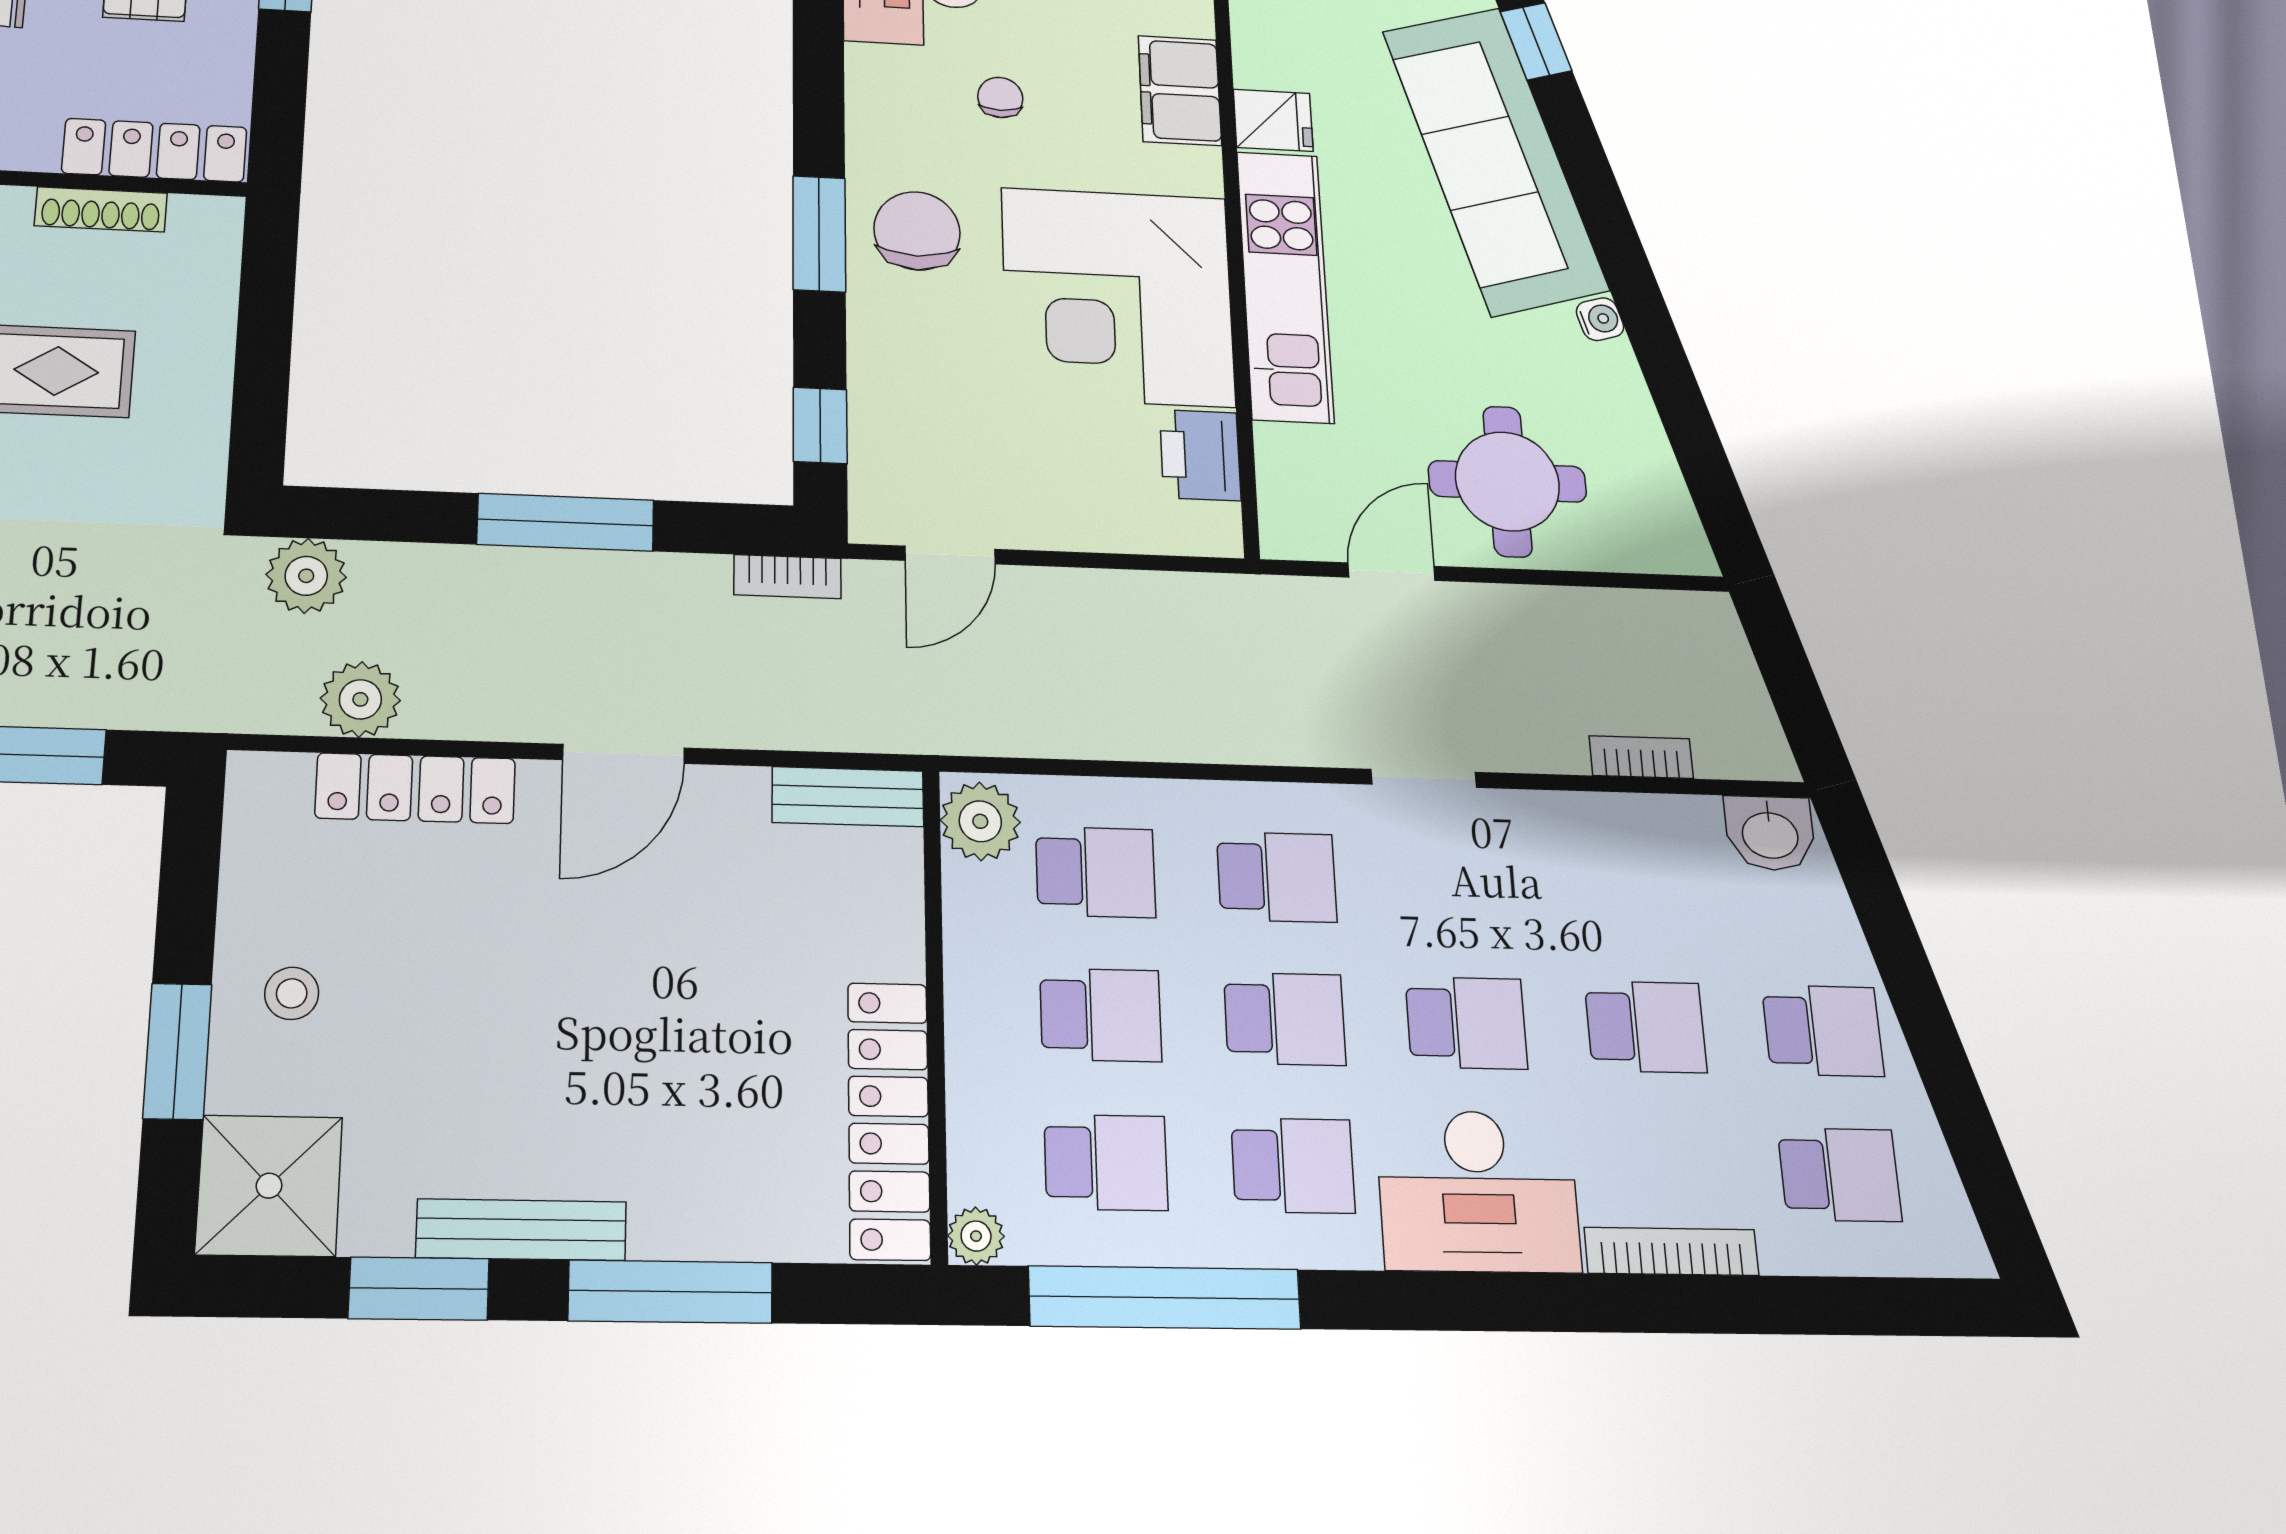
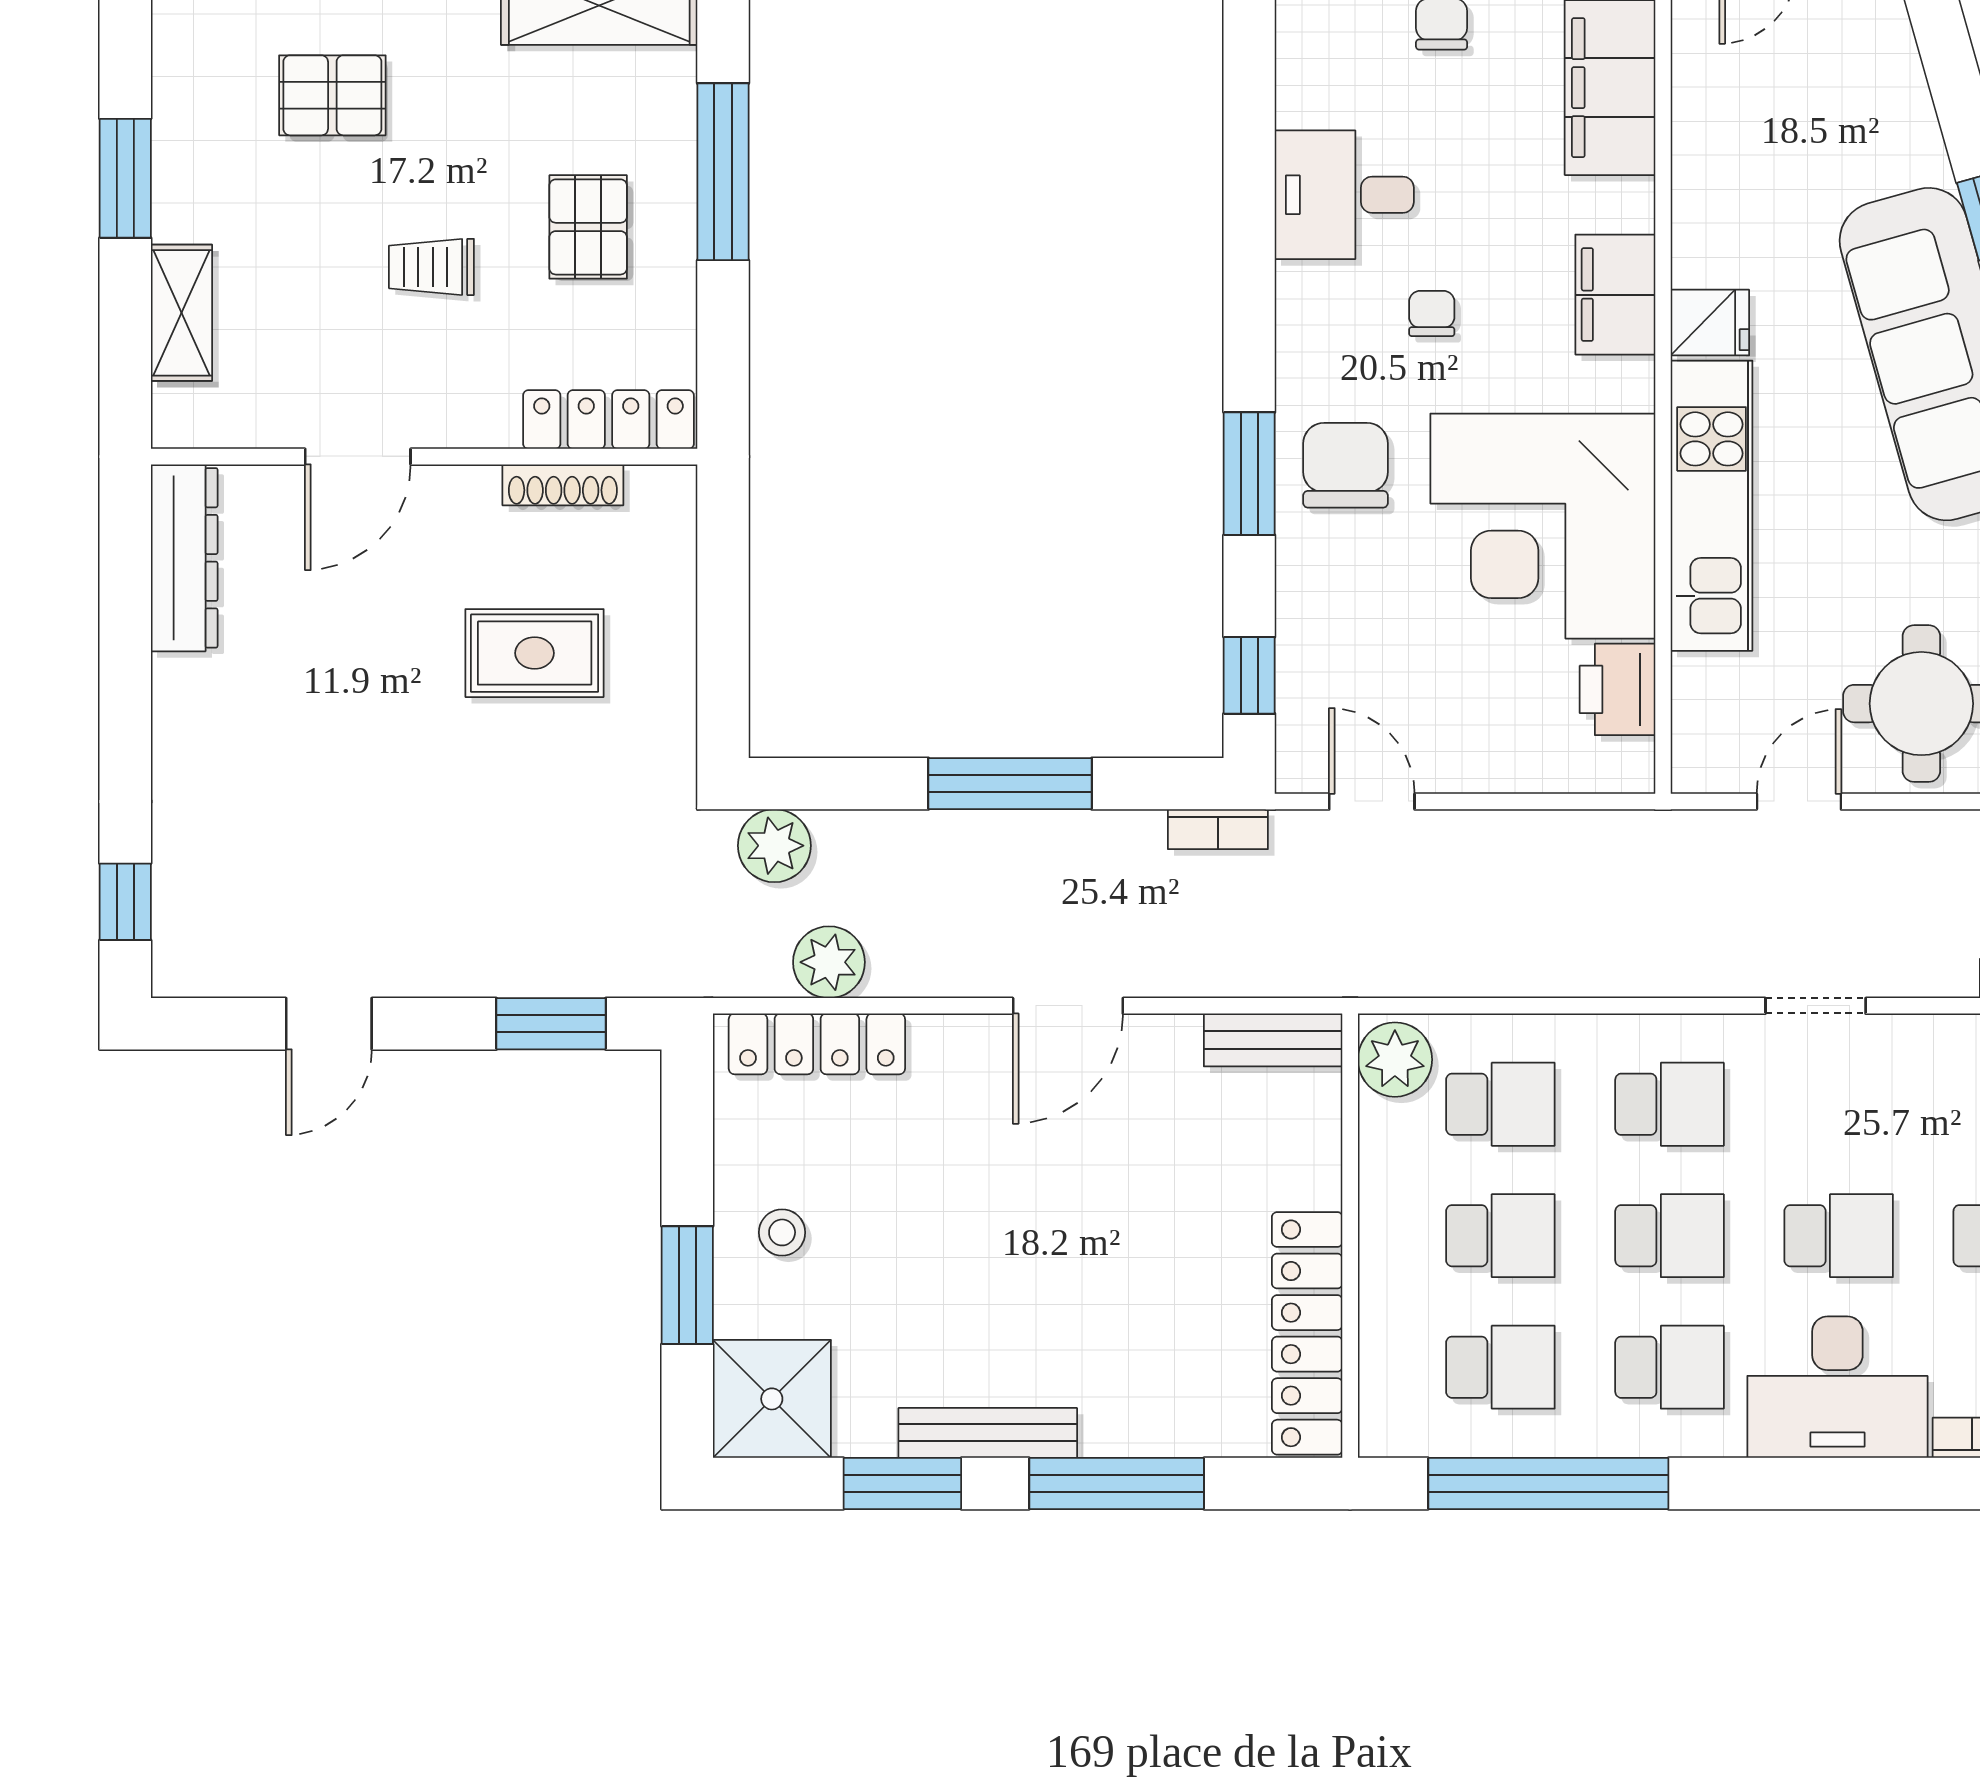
door: (950, 555) -> (1372, 801), swing flipped
locker: (415, 788) -> (817, 1044), moved
plant: (976, 1236) -> (1383, 1433), removed

